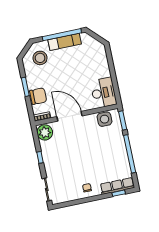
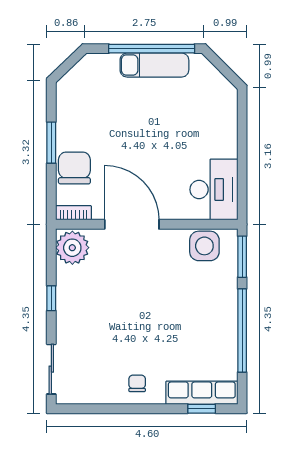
stool: (40, 58) -> (95, 88), removed
chair: (38, 96) -> (74, 168), turned -90

